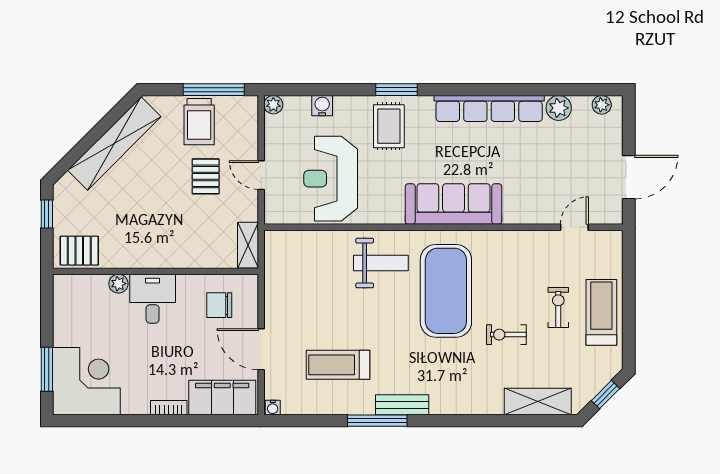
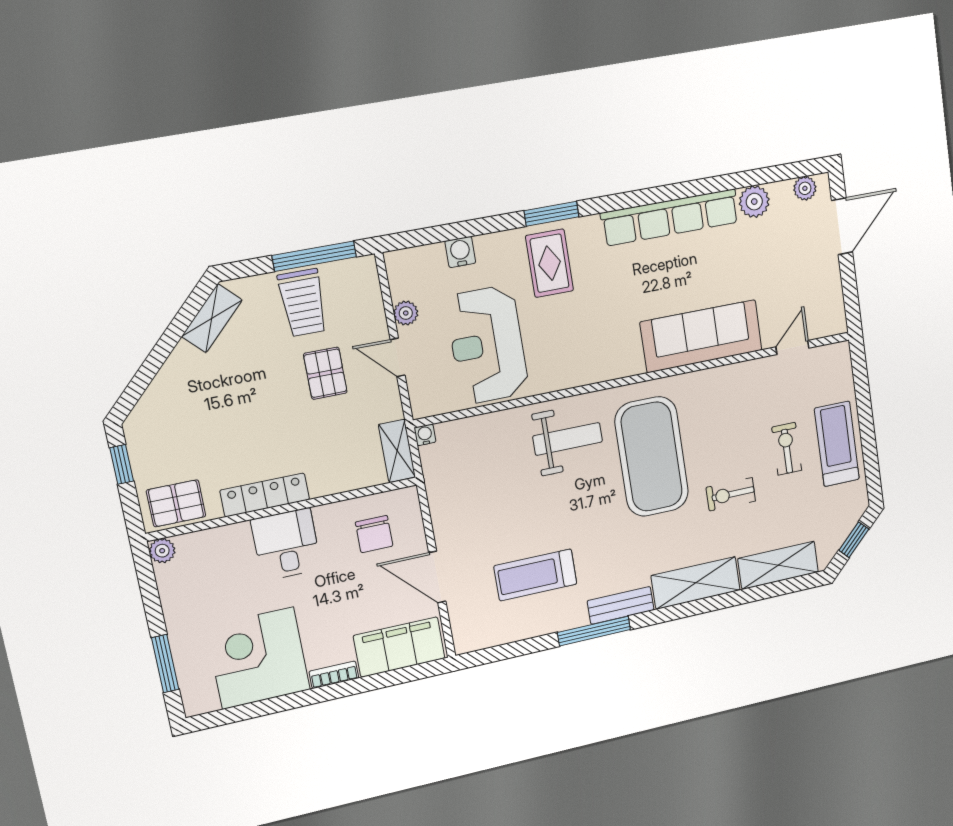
plant: (273, 105) -> (406, 313), moved
shelving: (114, 143) -> (212, 318), width x0.45, depth x0.75
door: (629, 177) -> (842, 226), moved
sofa: (453, 204) -> (701, 336), moved
locker: (144, 258) -> (265, 495), added
plant: (118, 284) -> (162, 551), moved
chair: (219, 305) -> (374, 534), turned -90
corner desk: (86, 381) -> (258, 658), moved, turned -90
shelving: (467, 400) -> (696, 583), added
water cooler: (273, 408) -> (425, 435), moved, turned 180

